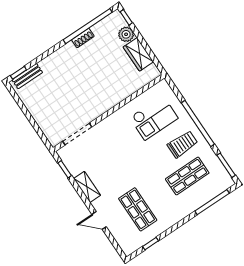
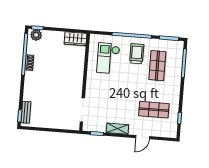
plant: (126, 34) -> (36, 35), moved
wardrobe: (138, 54) -> (75, 39), moved
checkout: (154, 118) -> (108, 58), turned 180

